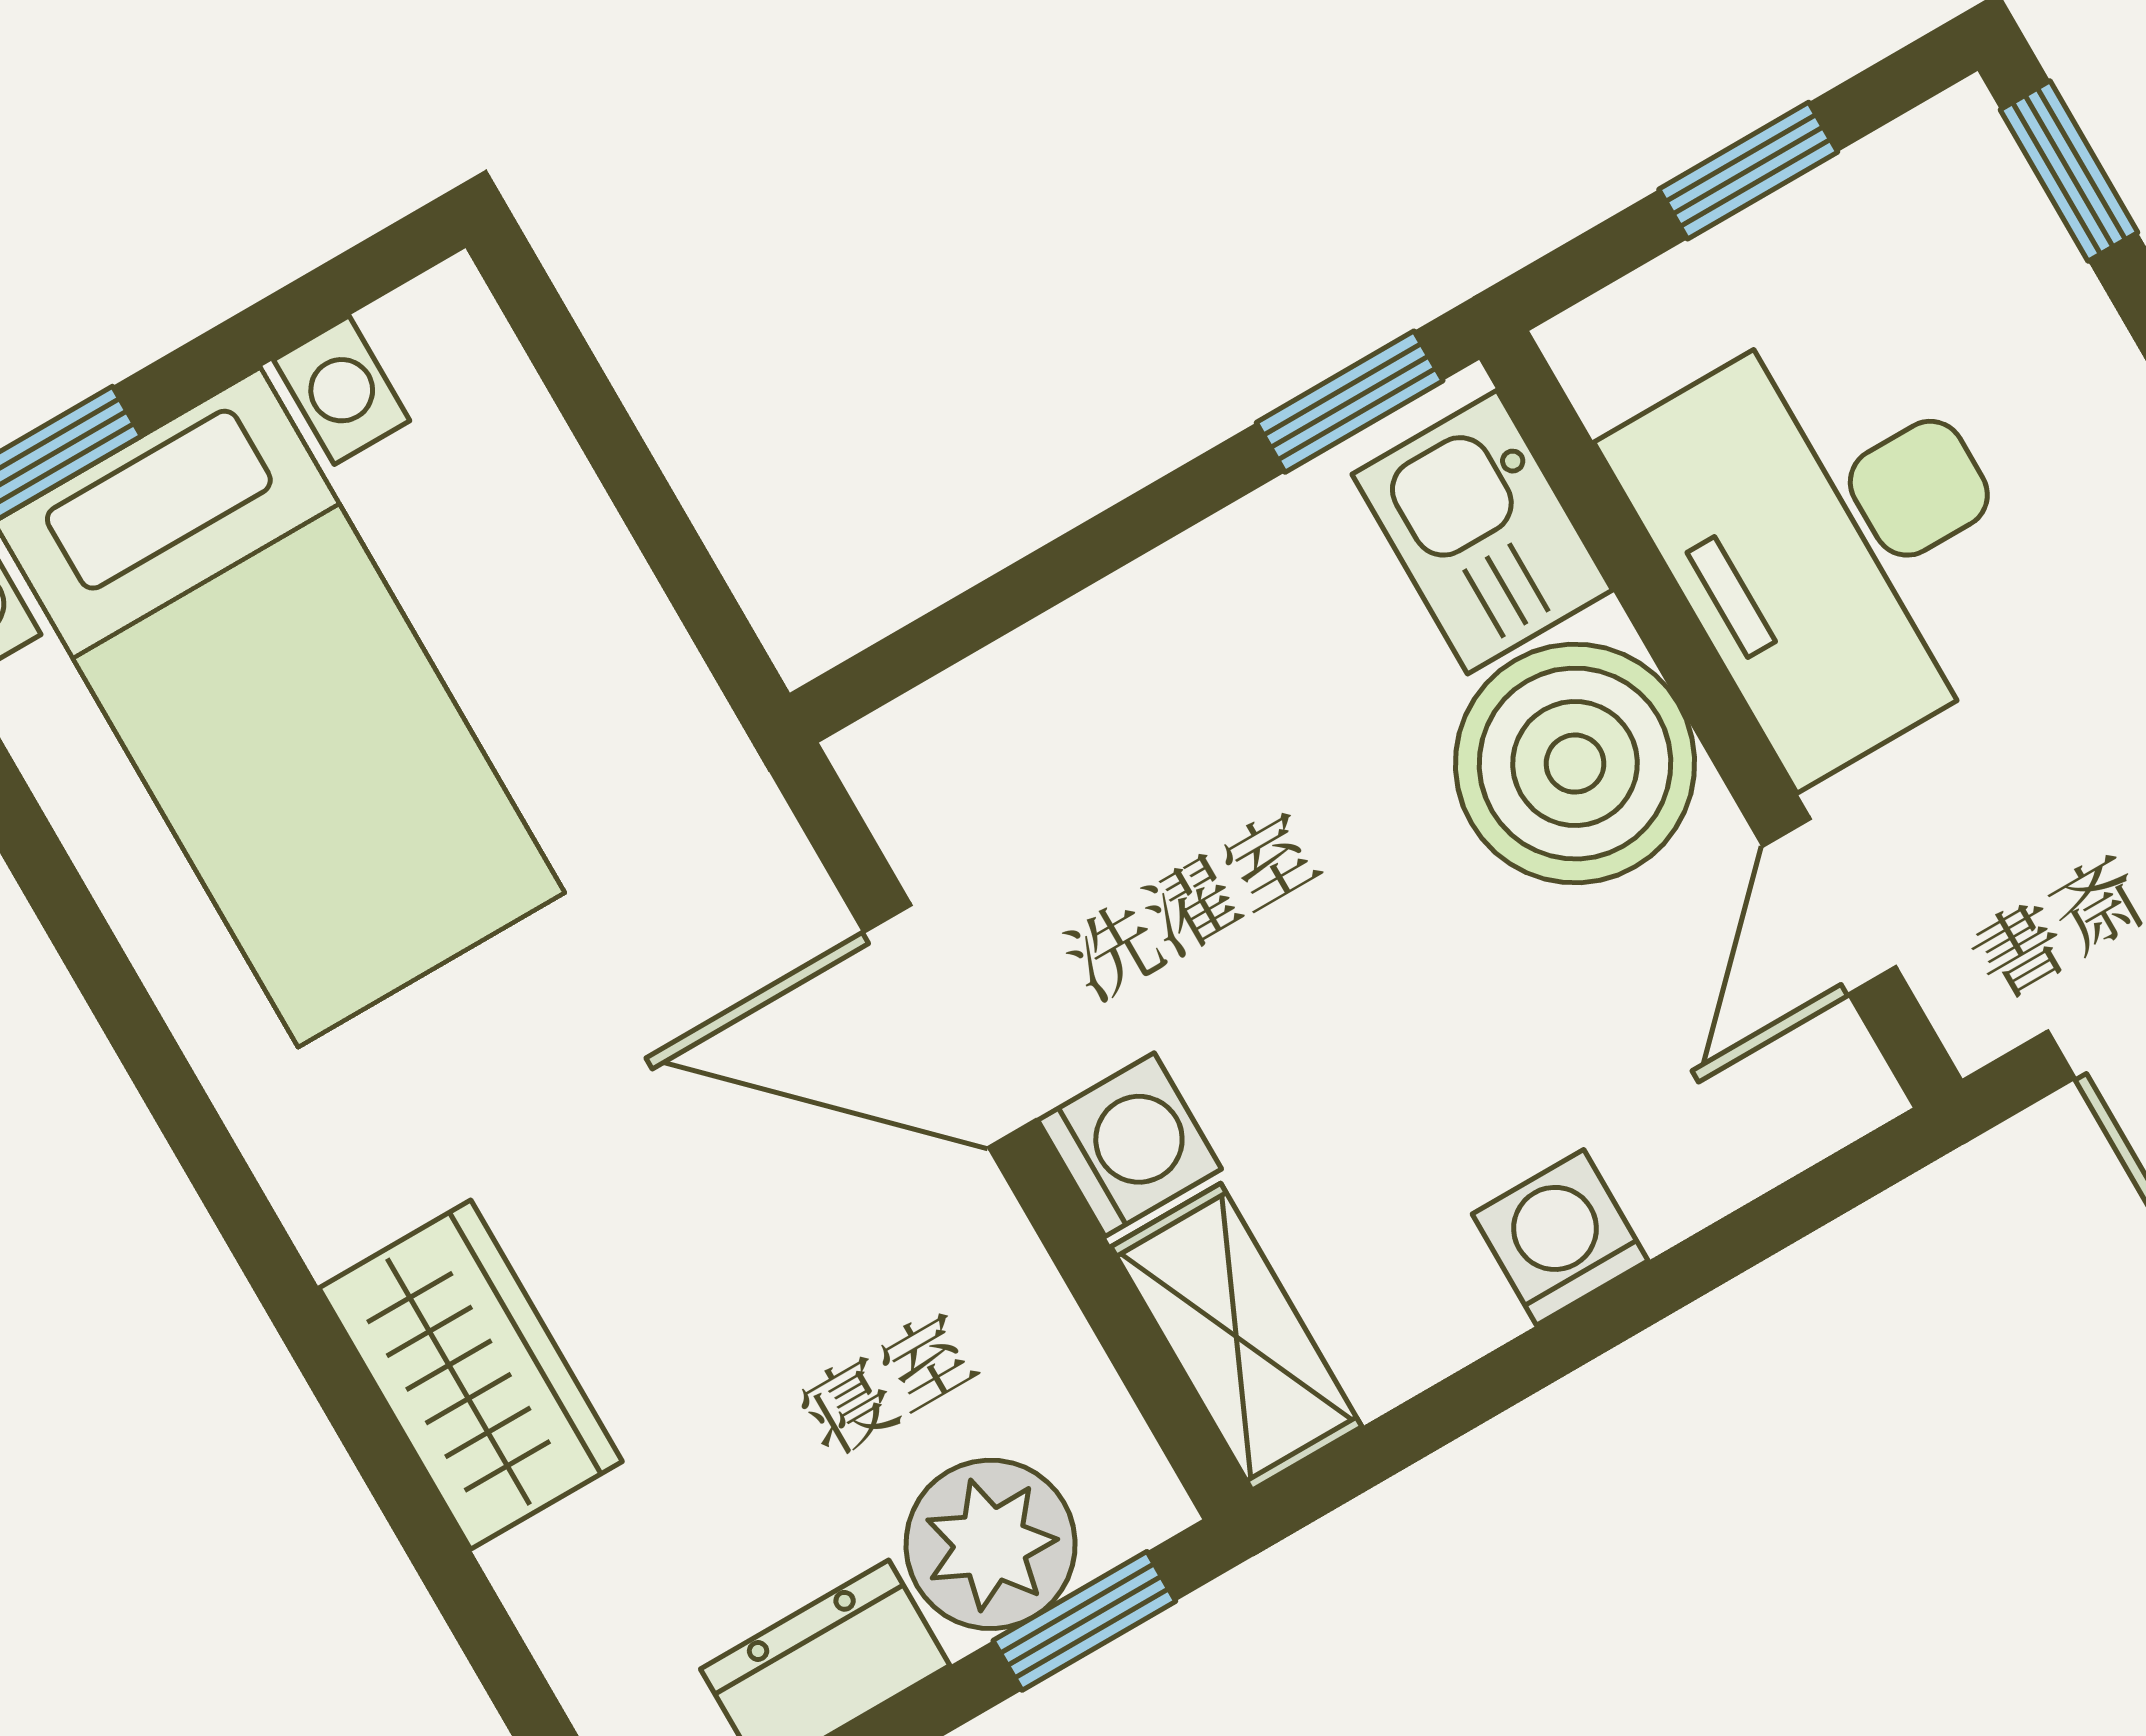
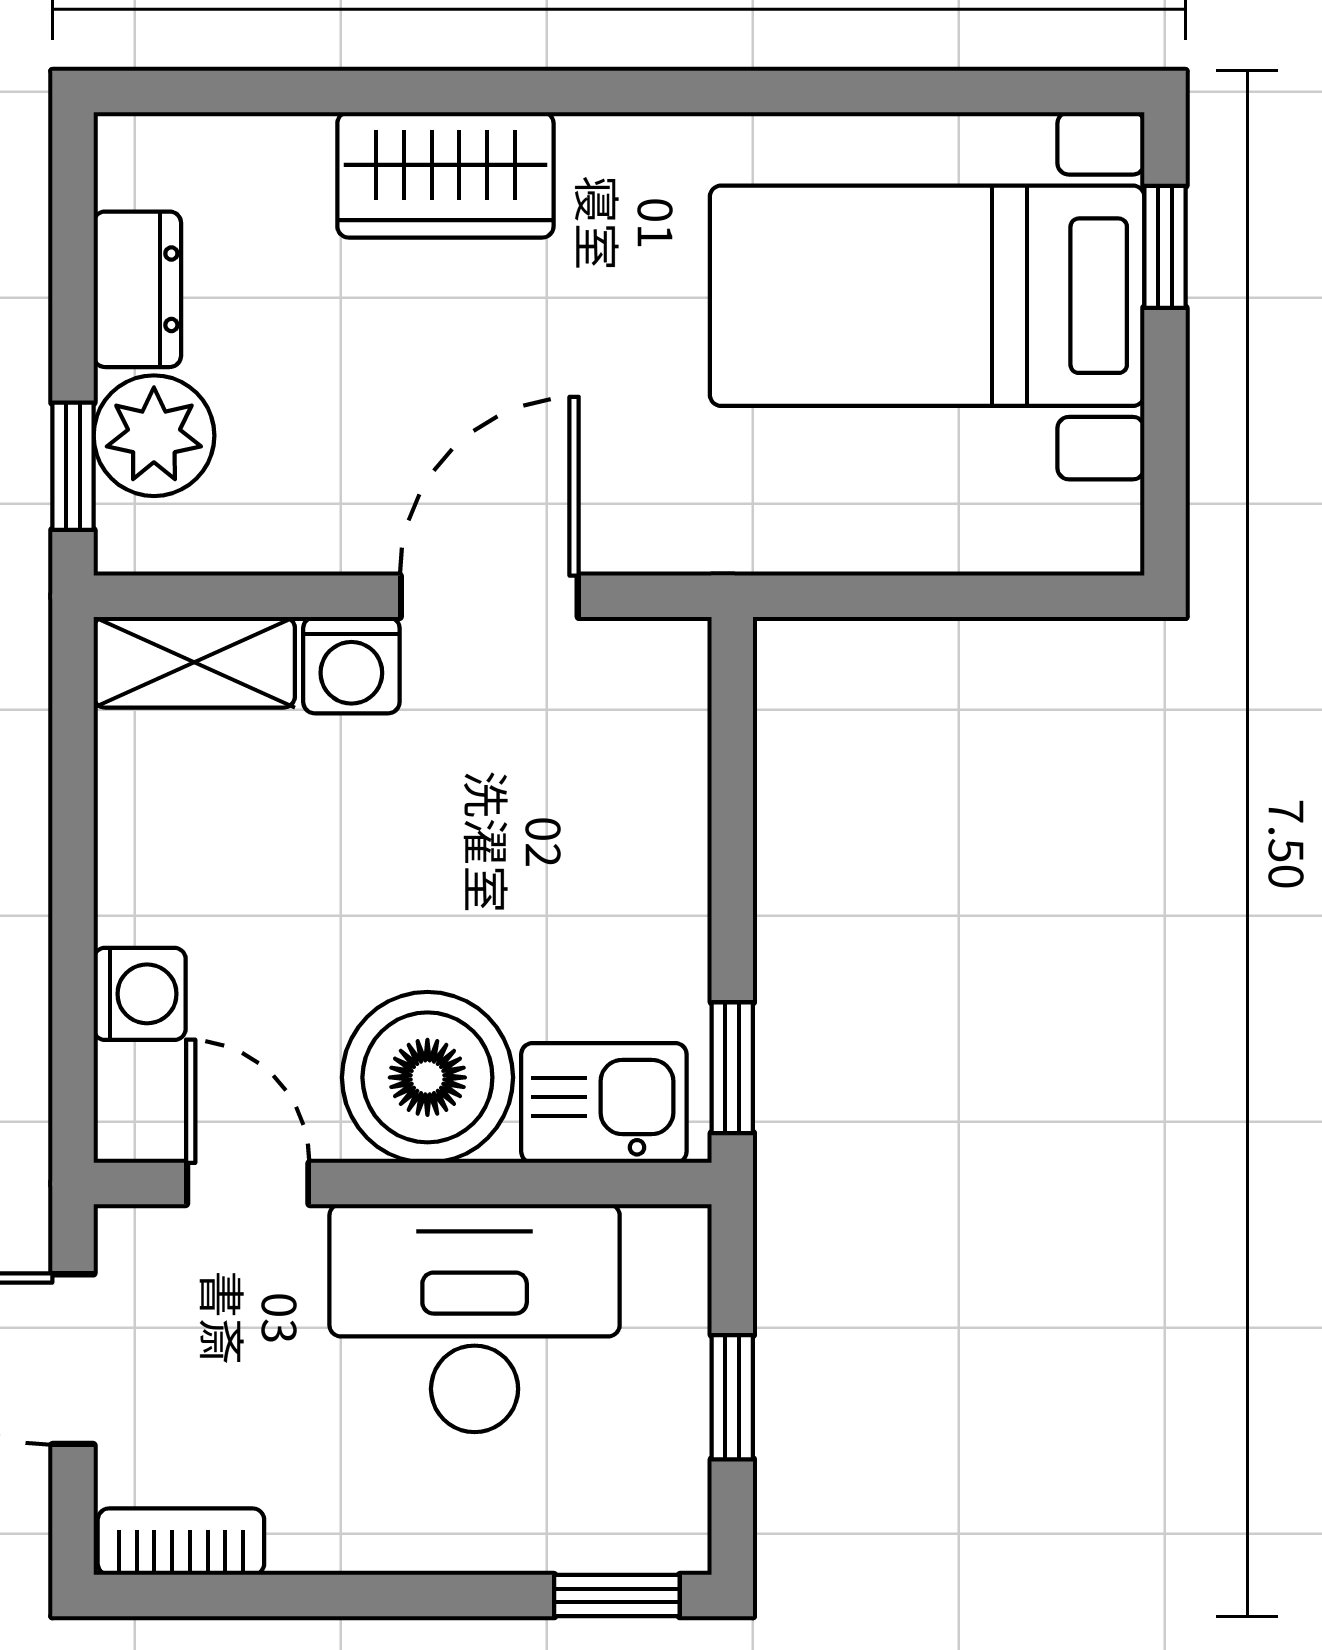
washing machine: (1560, 1237) -> (140, 994), moved

